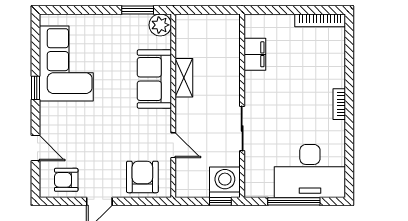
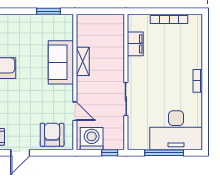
bookcase: (320, 20) -> (169, 19), moved
plant: (160, 25) -> (65, 22), removed
washing machine: (225, 182) -> (92, 139), moved

